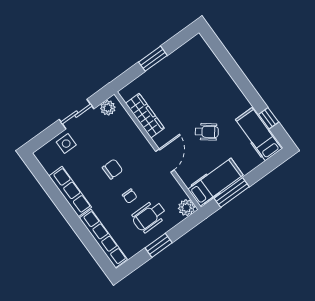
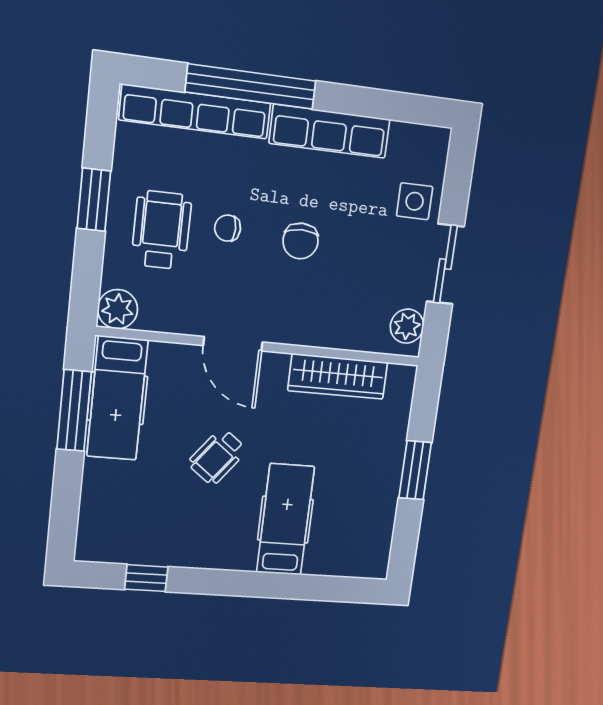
hospital bed: (259, 134) -> (285, 520), moved, turned -90
window: (80, 229) -> (251, 87), added

